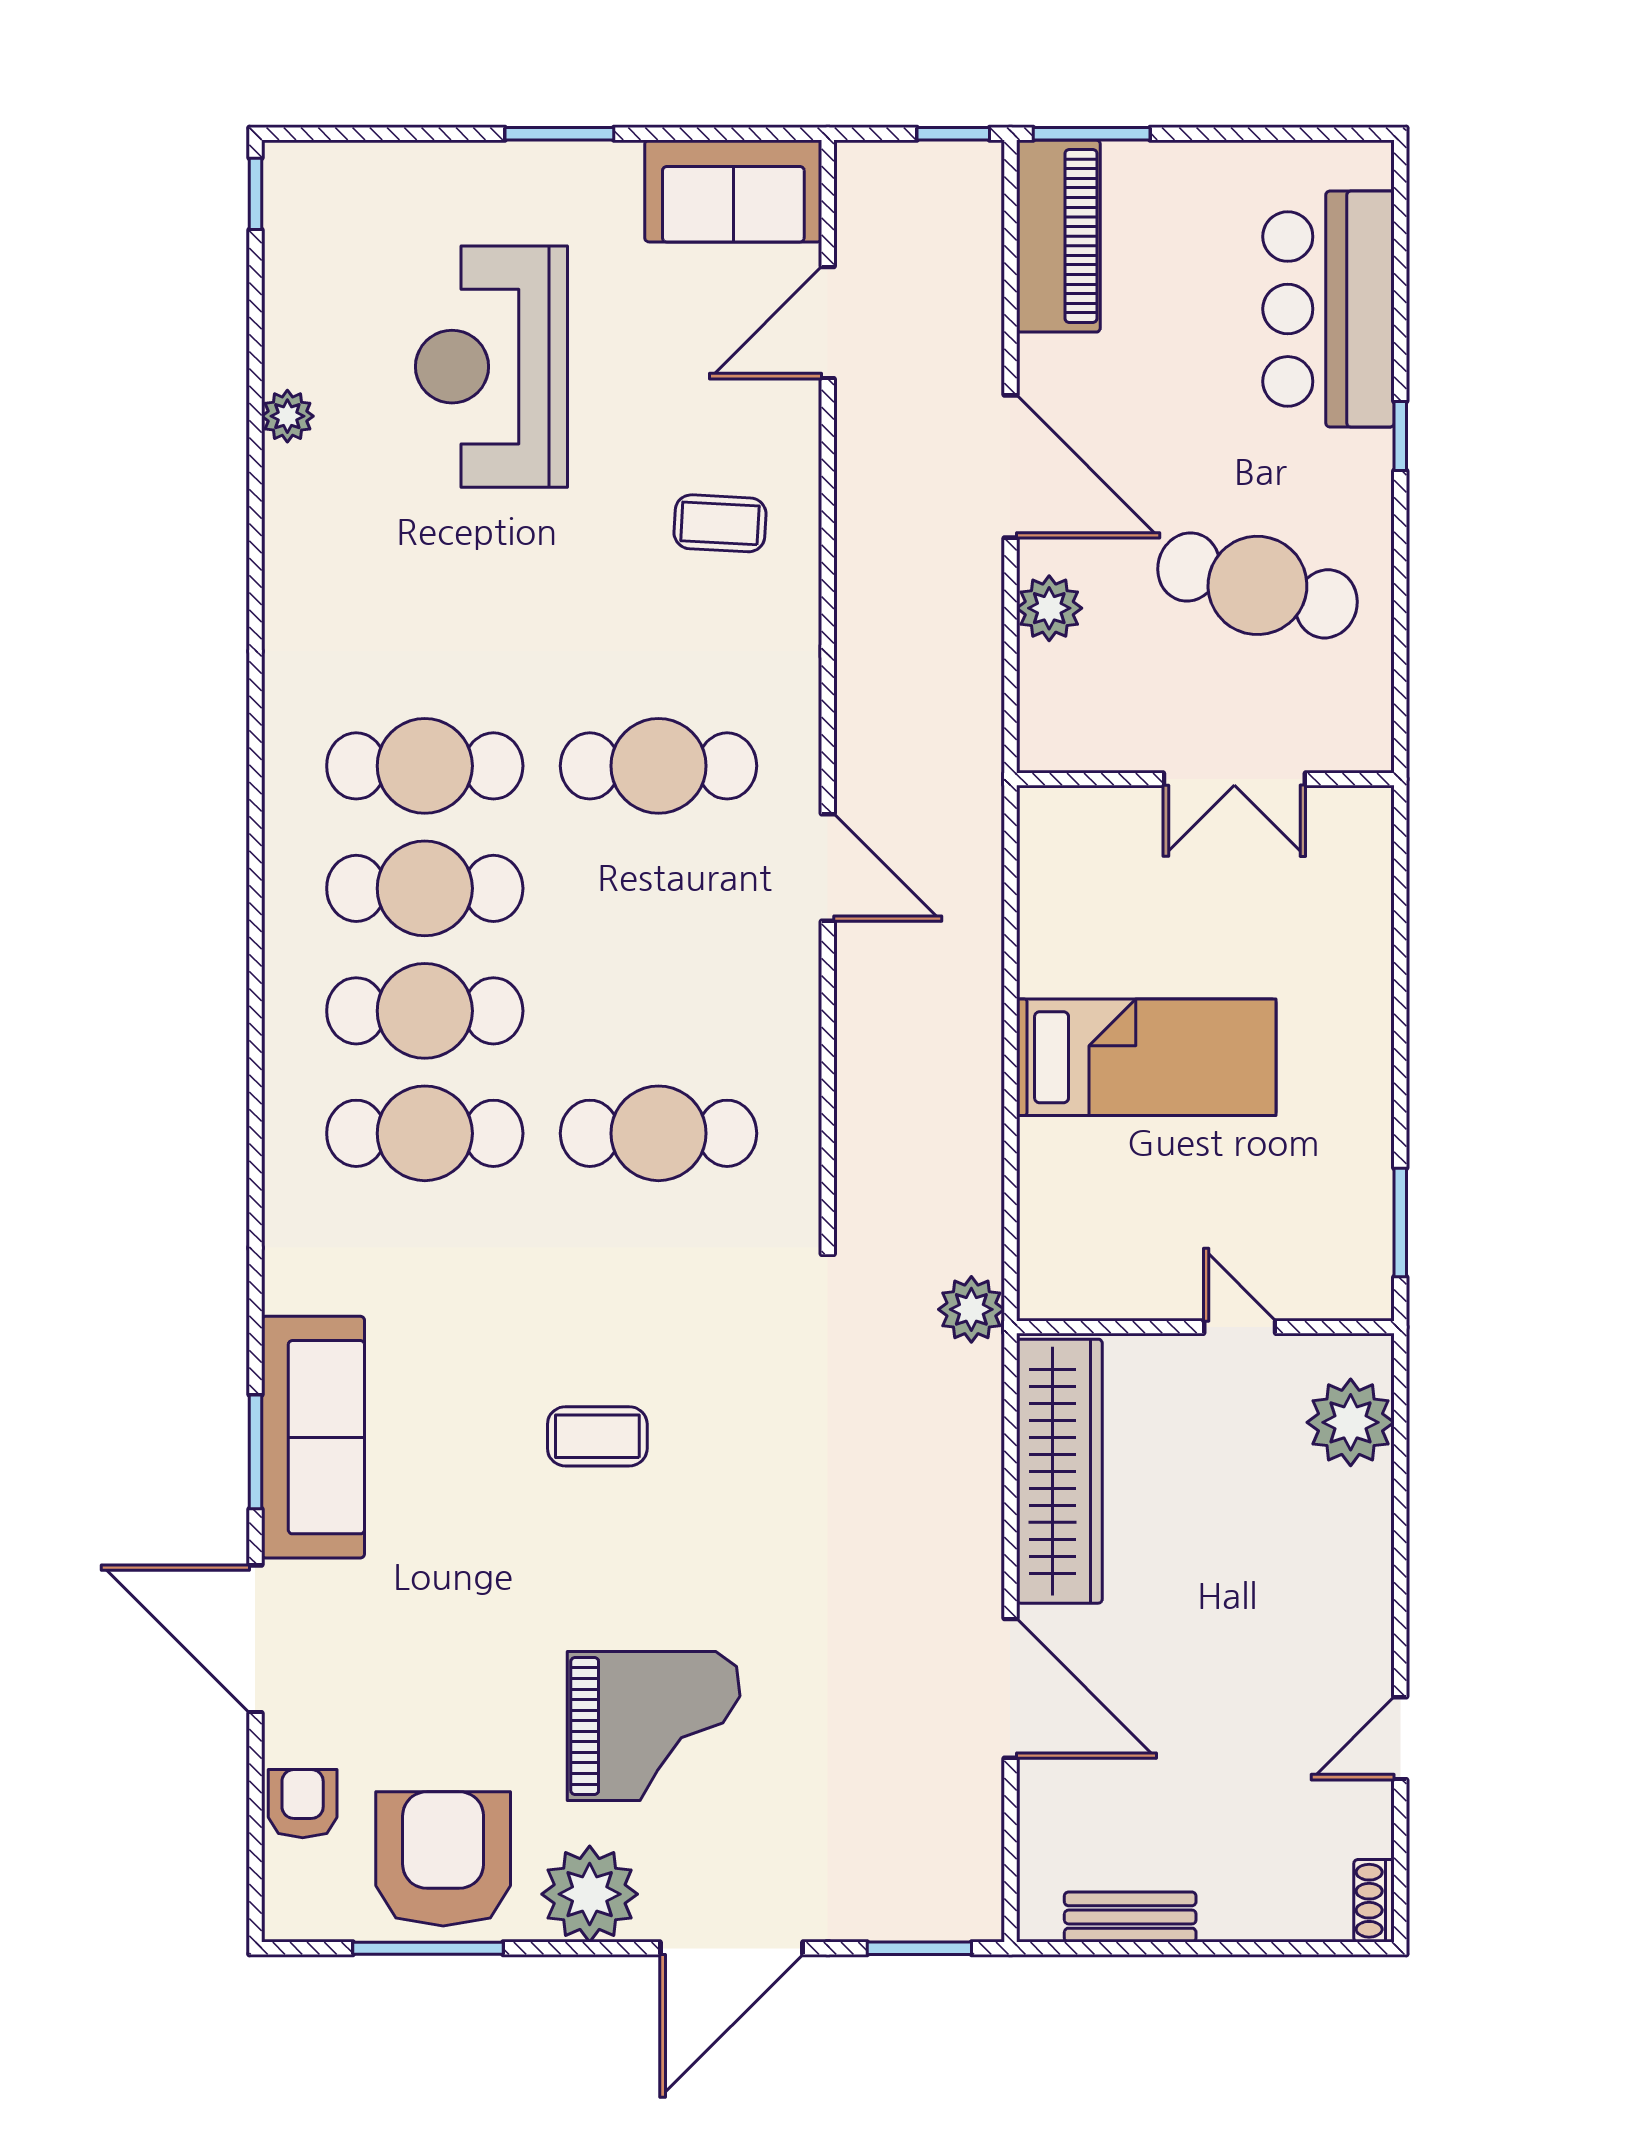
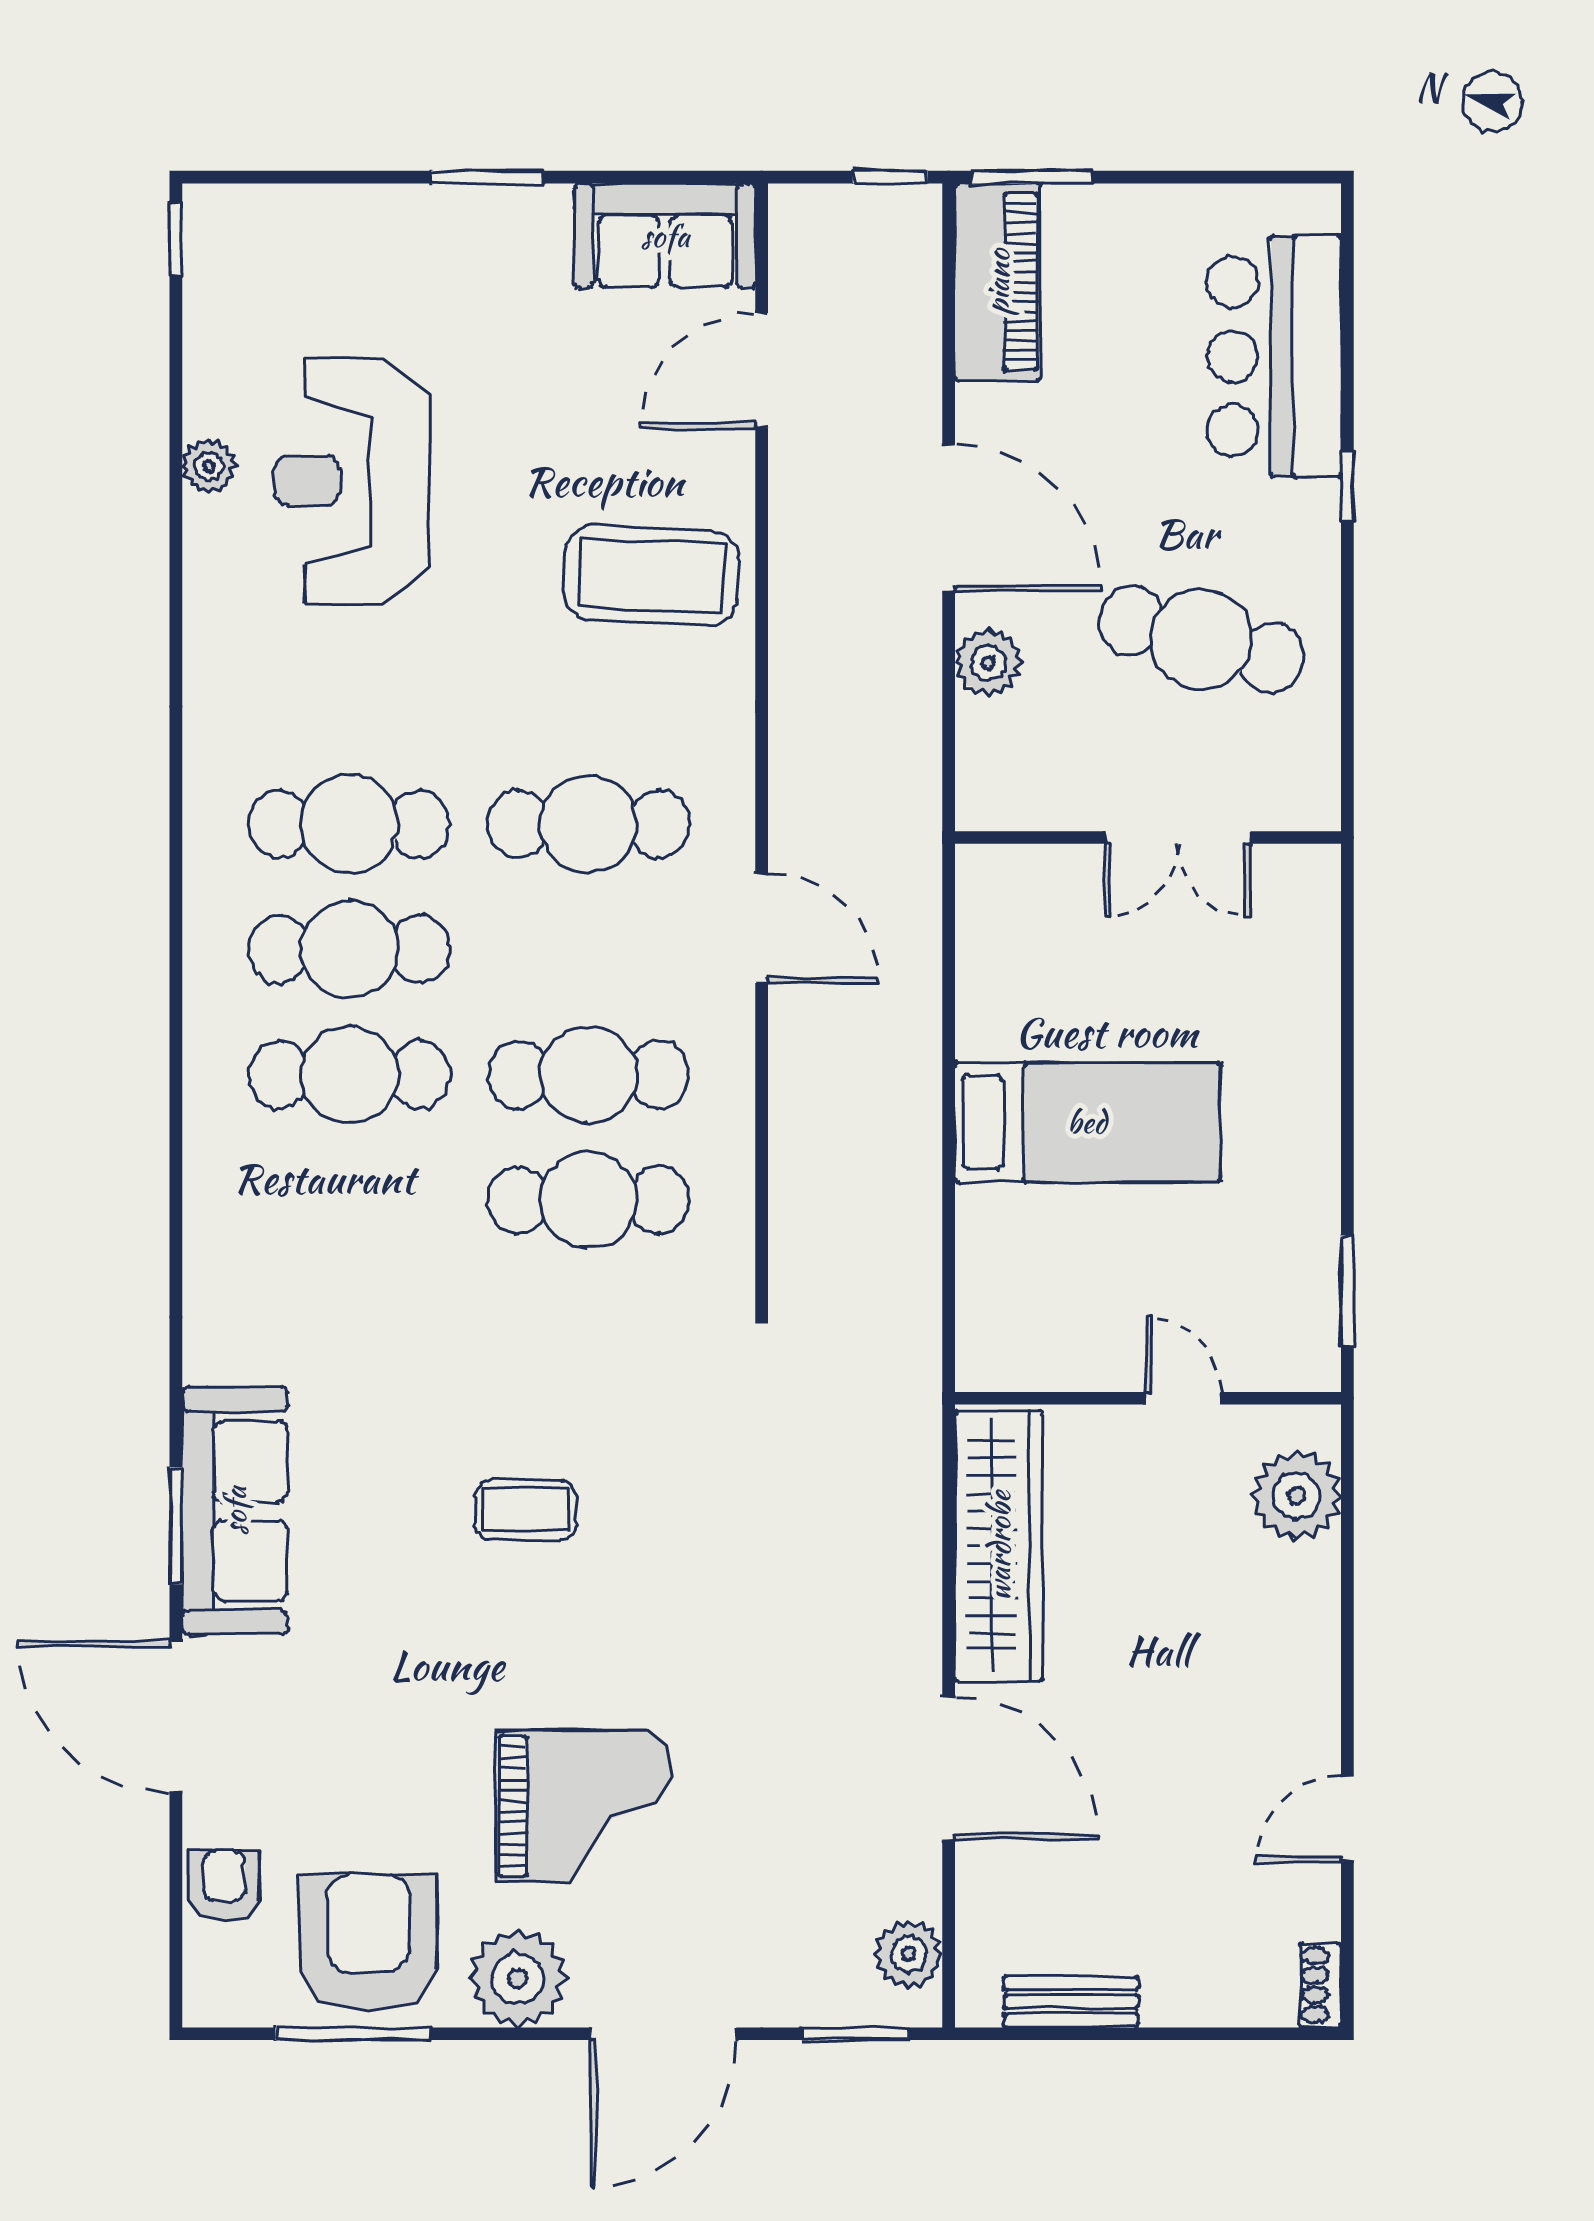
reception desk: (492, 367) -> (352, 481), moved
coffee table: (720, 523) -> (651, 576), width x1.86, depth x1.72
cafe table: (425, 1133) -> (588, 1075), moved
plant: (971, 1309) -> (909, 1954), moved

